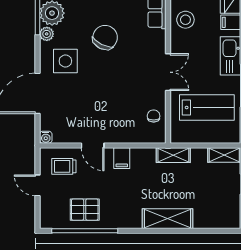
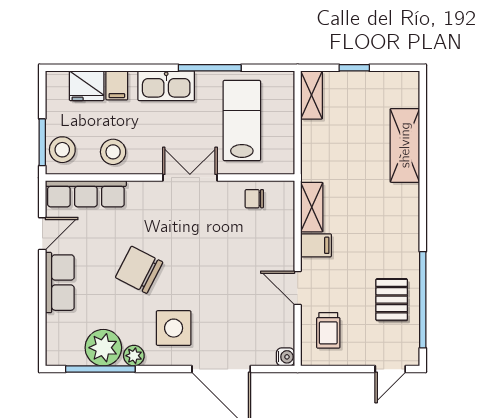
door: (93, 146) -> (298, 288), swing flipped
shelving: (173, 155) -> (312, 207), moved
door: (37, 185) -> (390, 369), moved
shelving: (168, 219) -> (405, 145), moved

